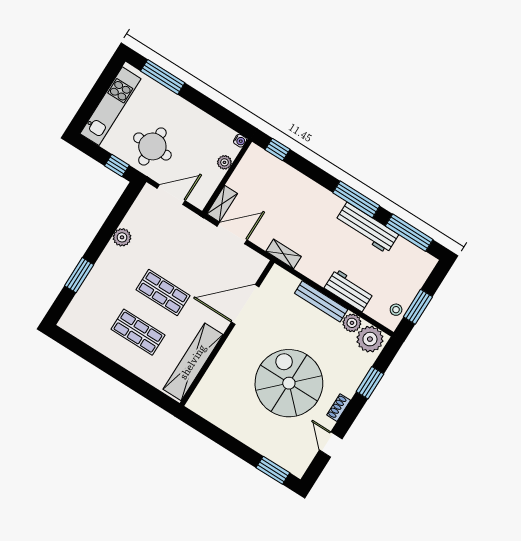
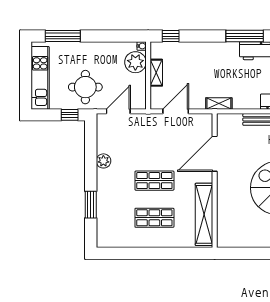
plant: (224, 162) -> (135, 62), width x1.88, depth x1.88
shelving: (222, 204) -> (156, 73), moved

